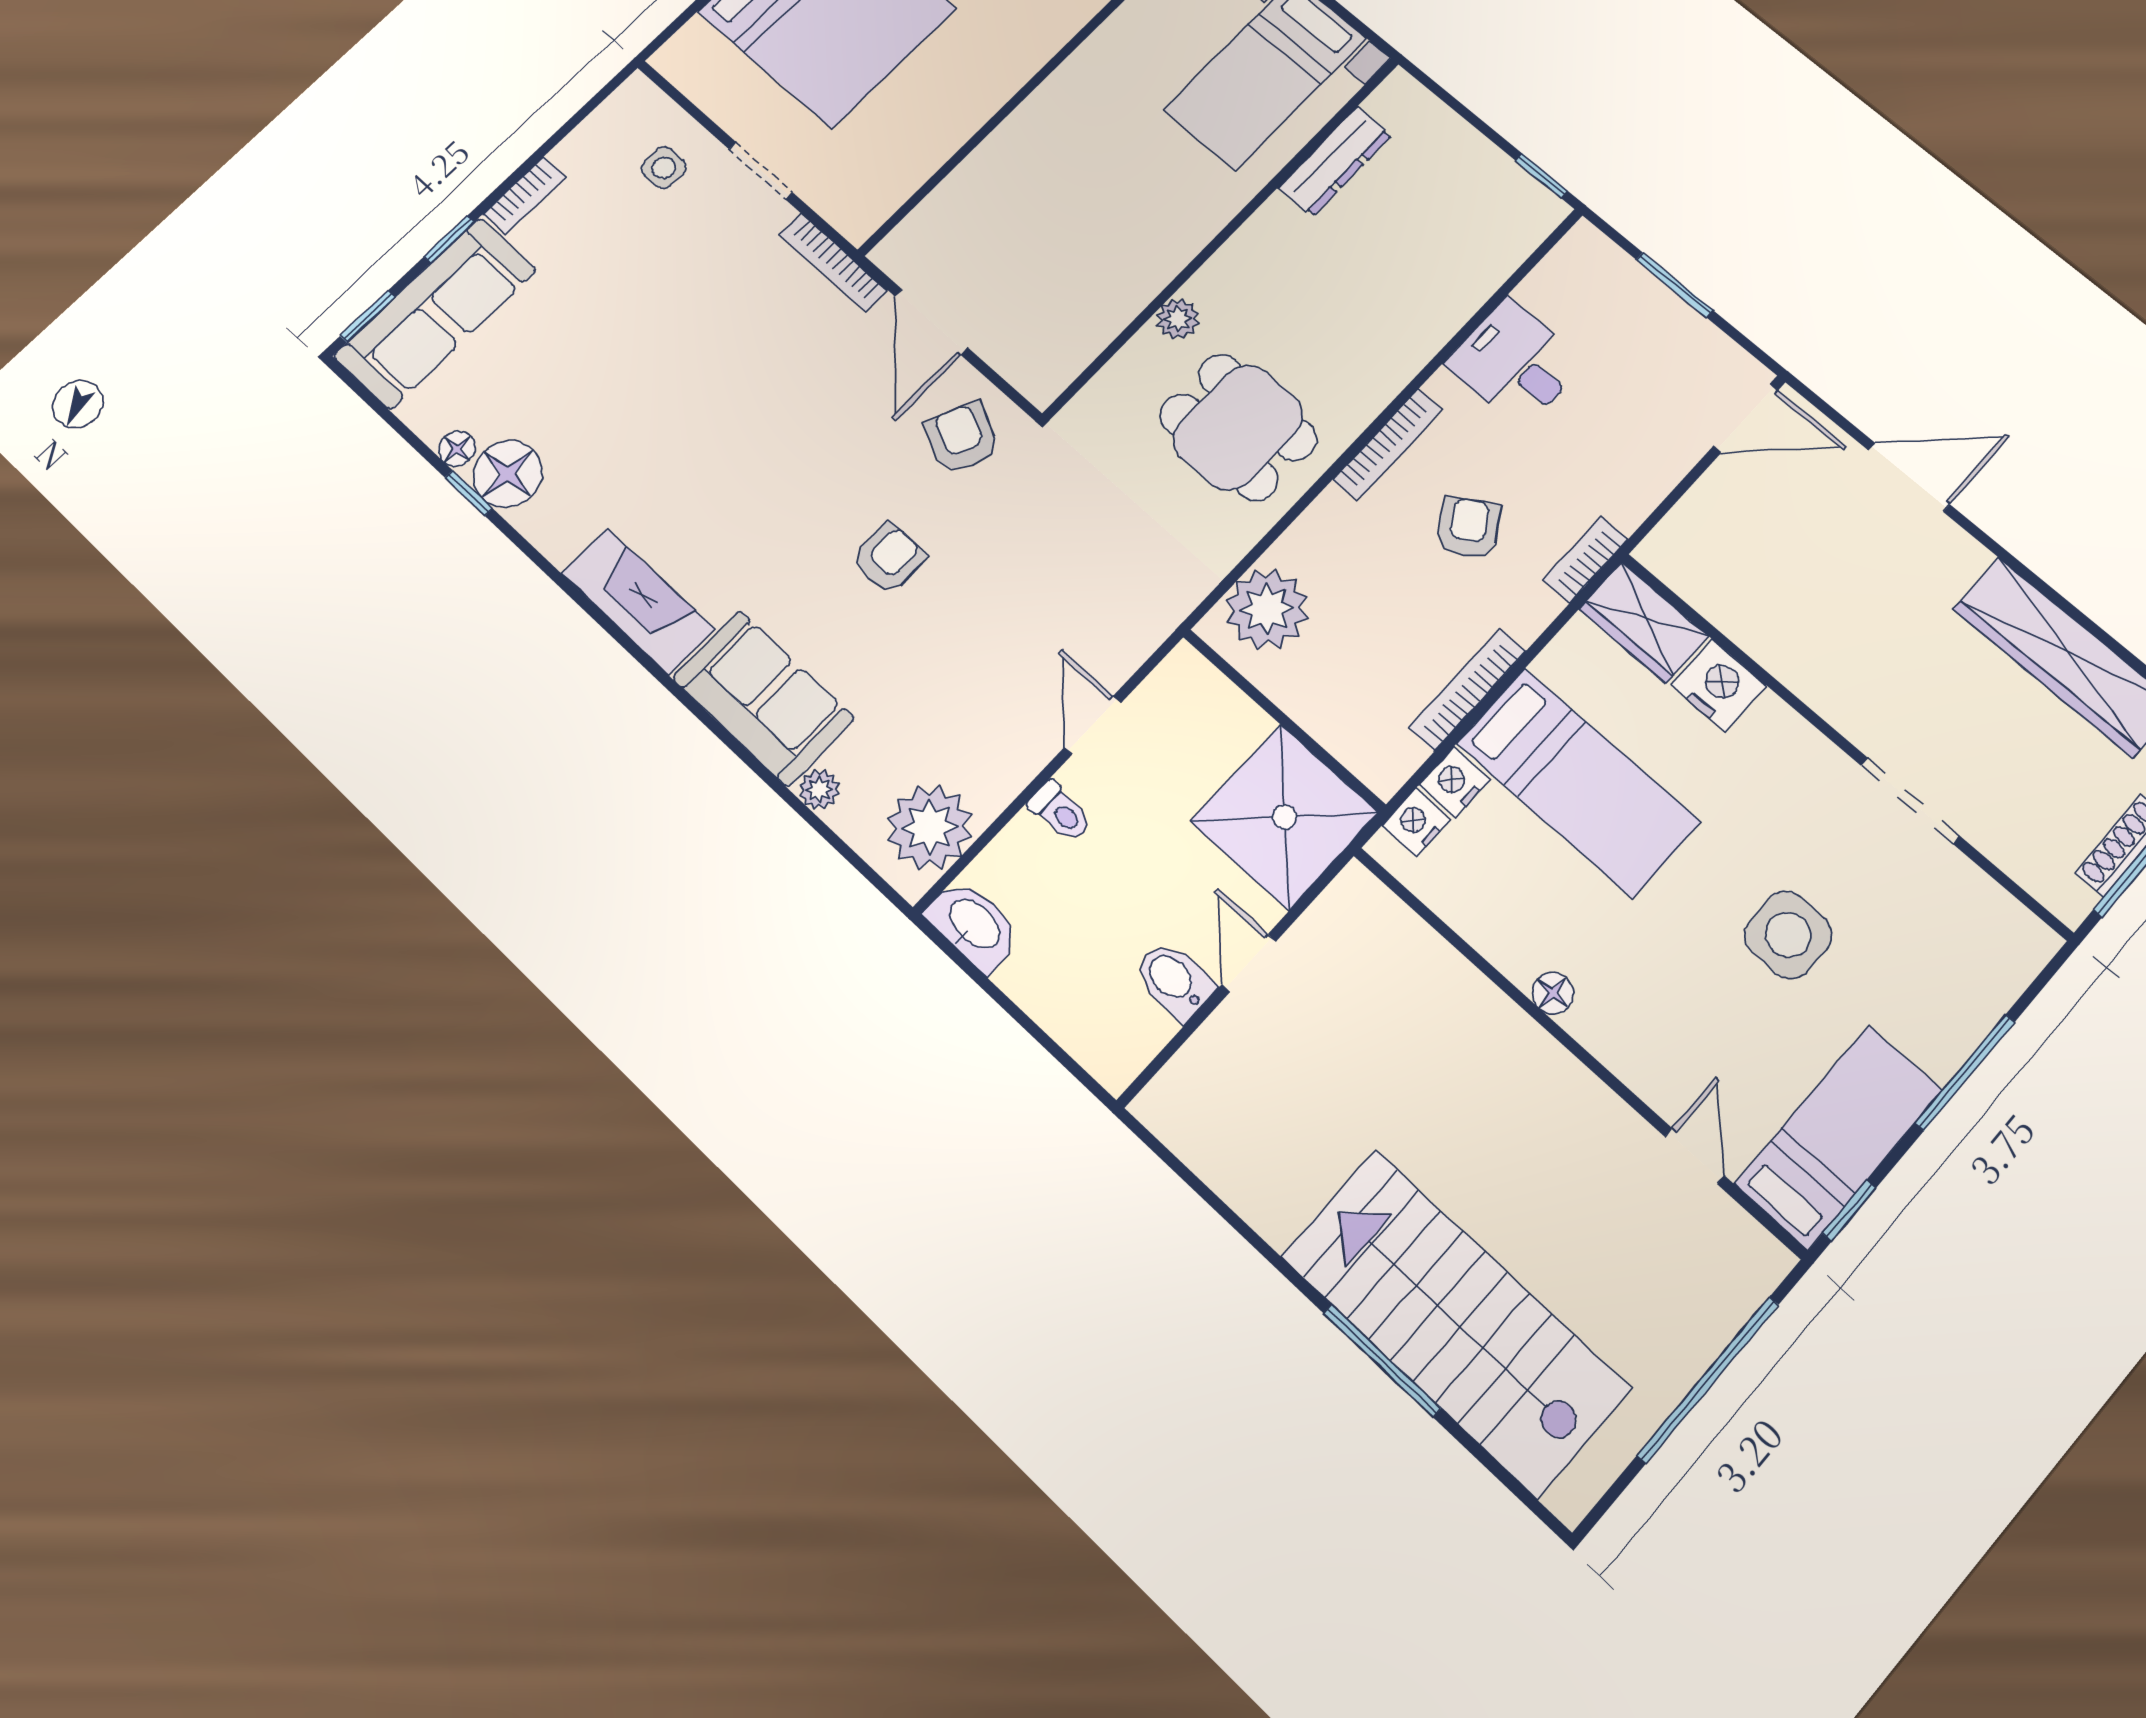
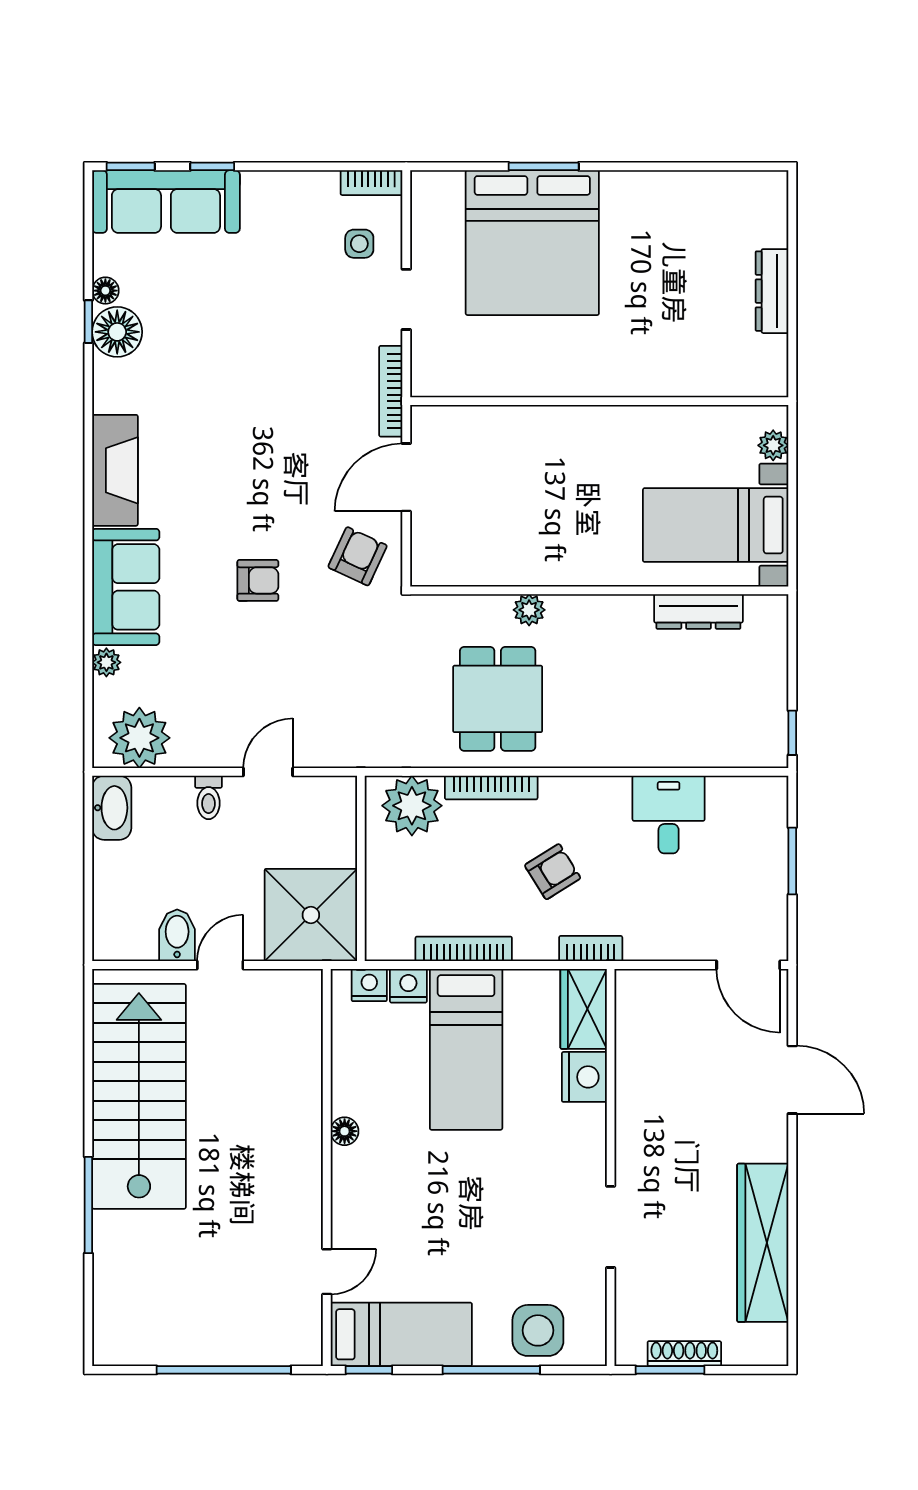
bookcase: (524, 196) -> (371, 183), moved
bookcase: (1388, 445) -> (491, 788), moved
side table: (1788, 935) -> (538, 1330), moved
stairs: (1455, 1322) -> (139, 1096), moved

